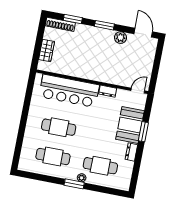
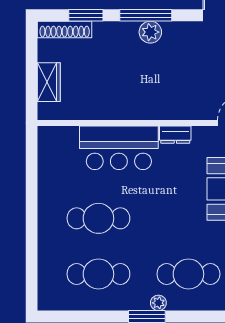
window: (104, 25) -> (146, 15), width x1.44
plant: (121, 38) -> (150, 32), moved
bar counter: (69, 91) -> (119, 148), width x0.73

